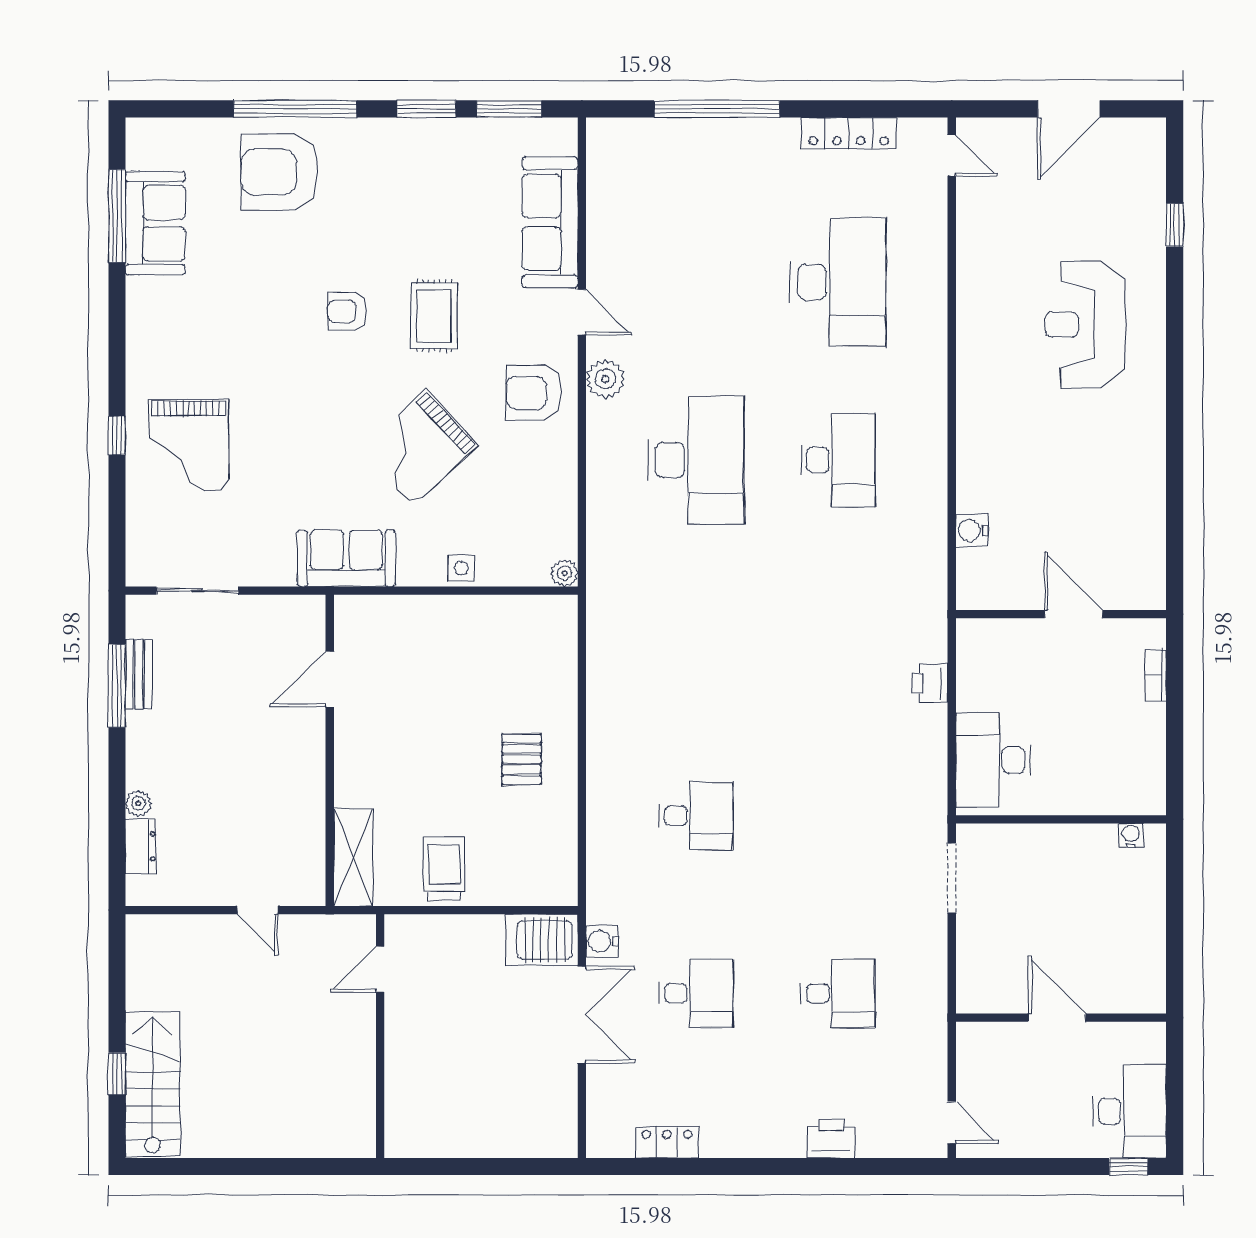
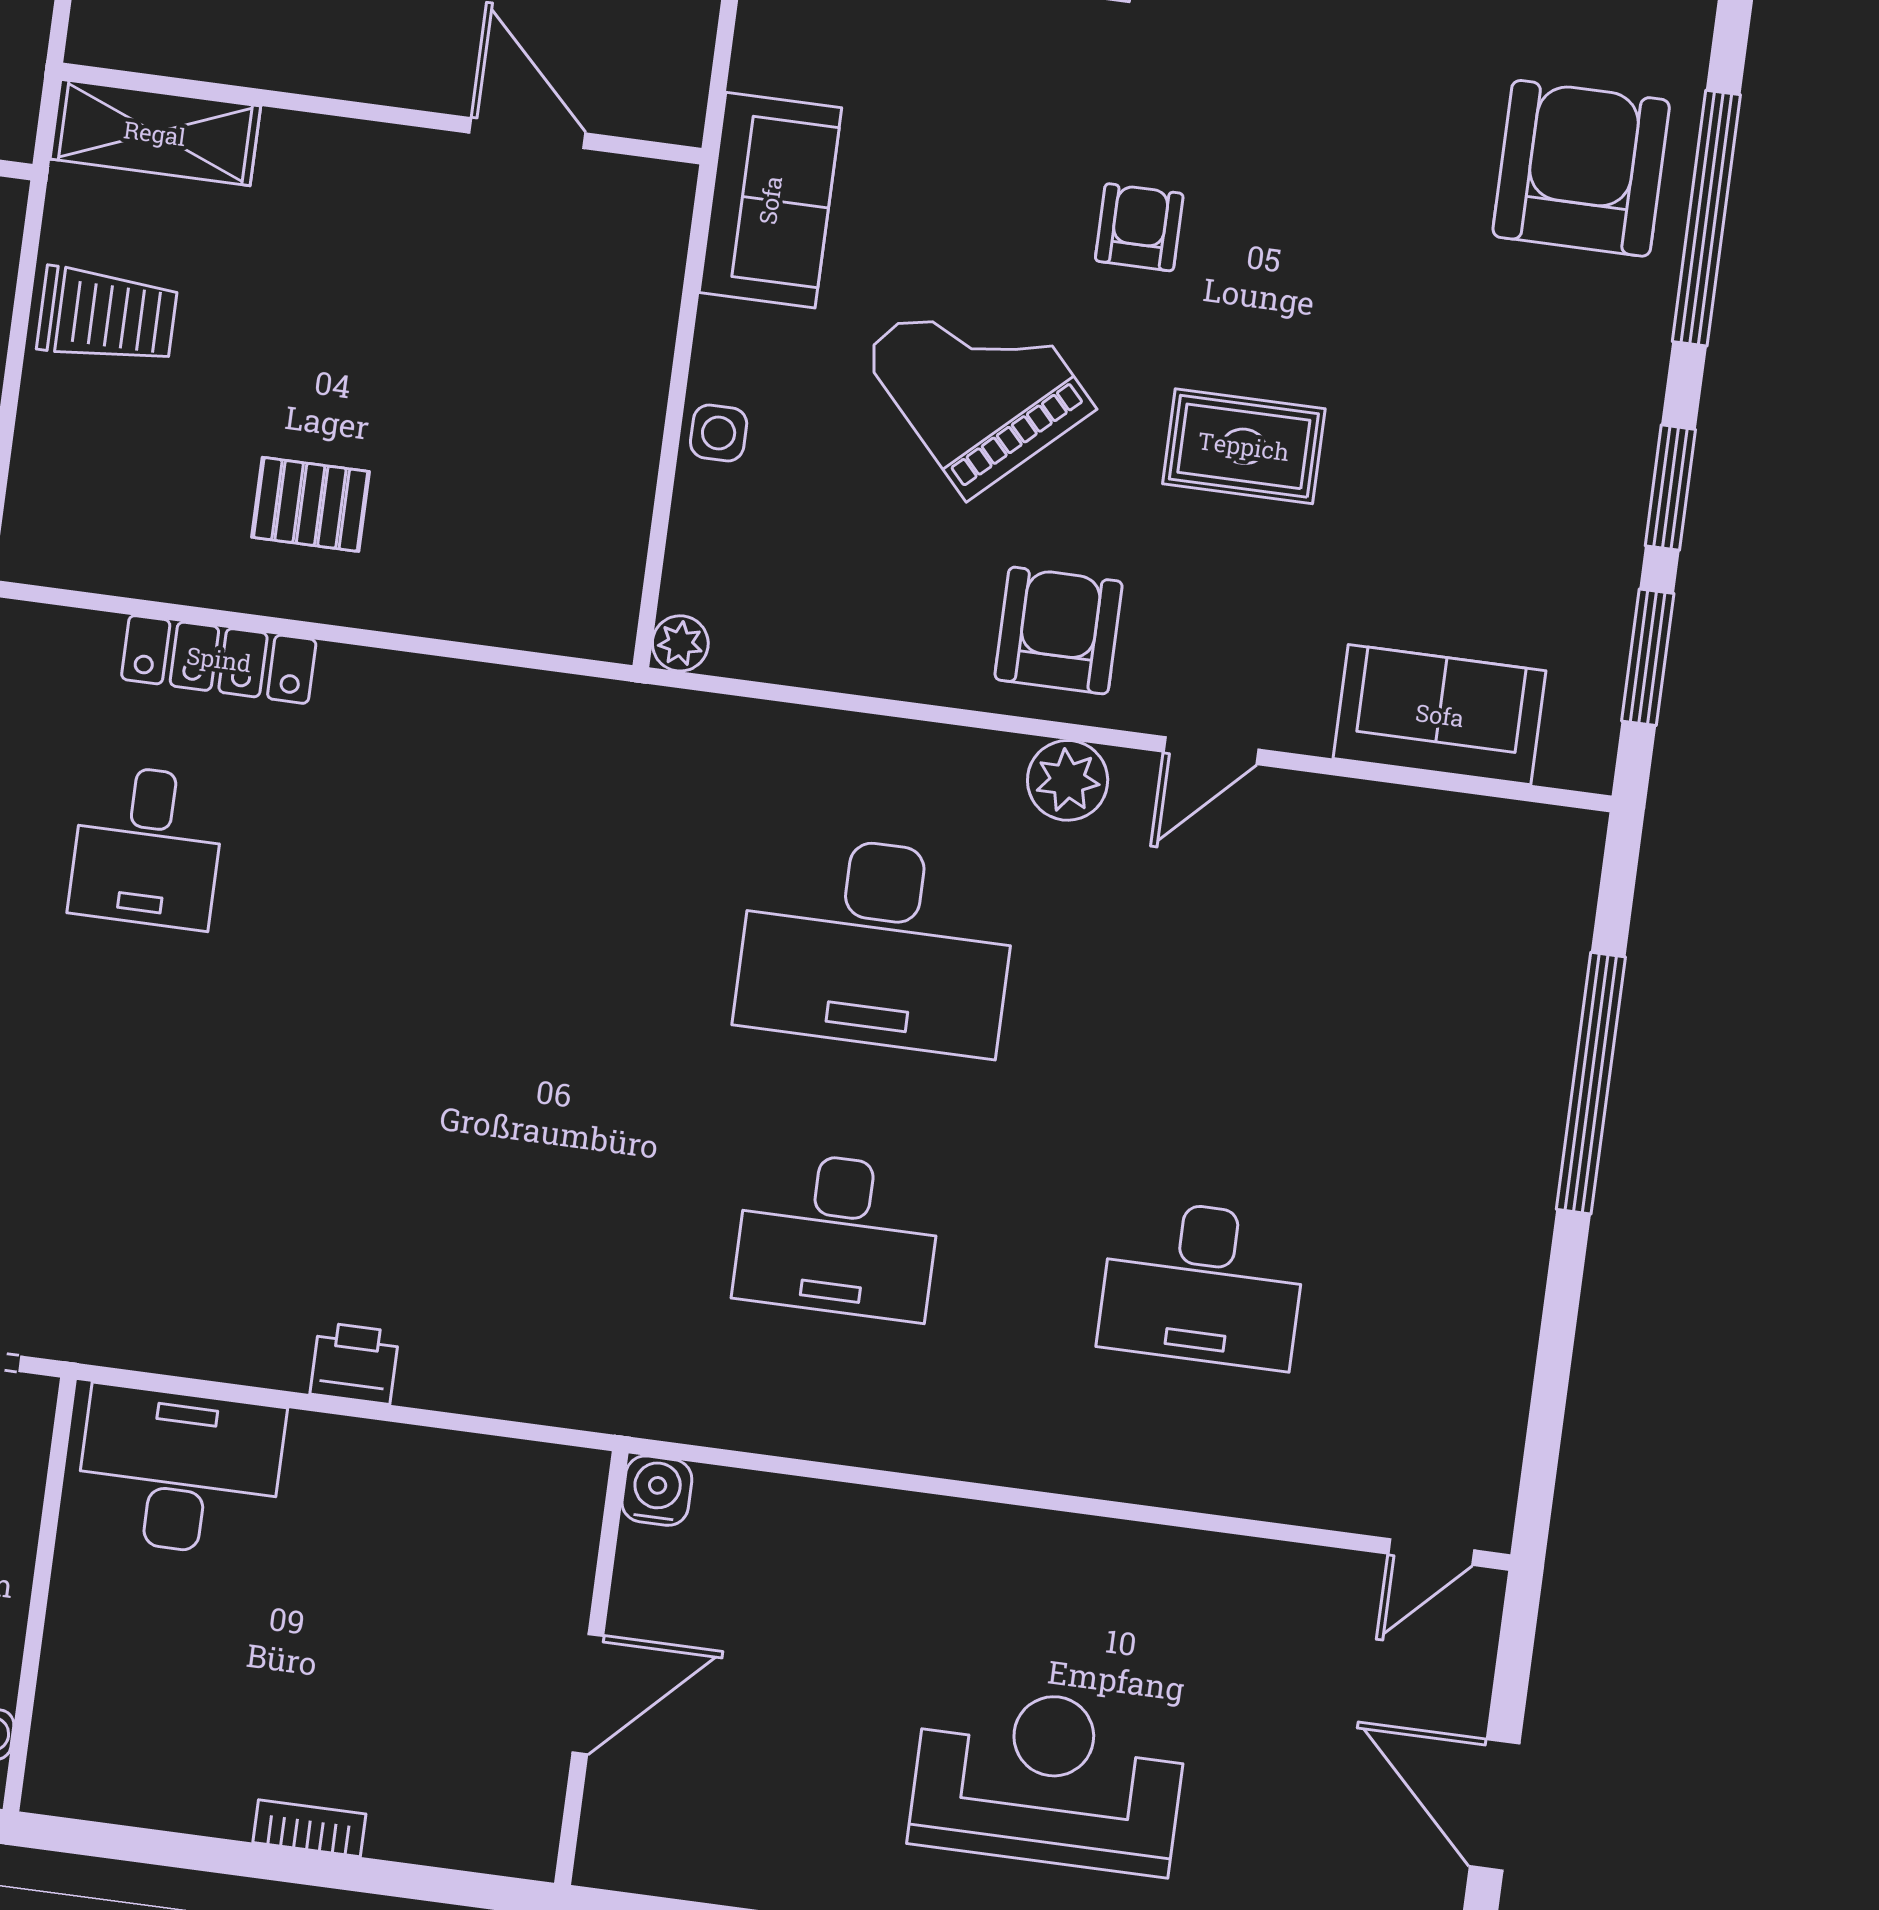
locker: (849, 133) -> (219, 659), moved, turned -90
sofa: (550, 222) -> (1440, 715), width x0.73
desk: (838, 282) -> (1202, 1284), width x0.73, depth x0.77
armchair: (347, 311) -> (1139, 227), moved
wall: (1061, 614) -> (591, 1668), moved
door: (1074, 614) -> (588, 1694), moved

